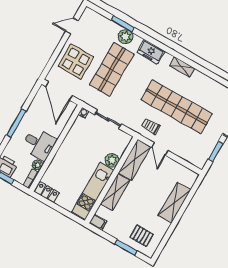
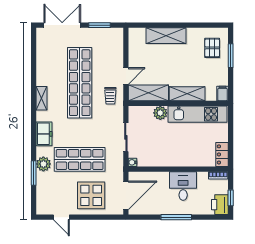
plant: (37, 165) -> (203, 177), removed

